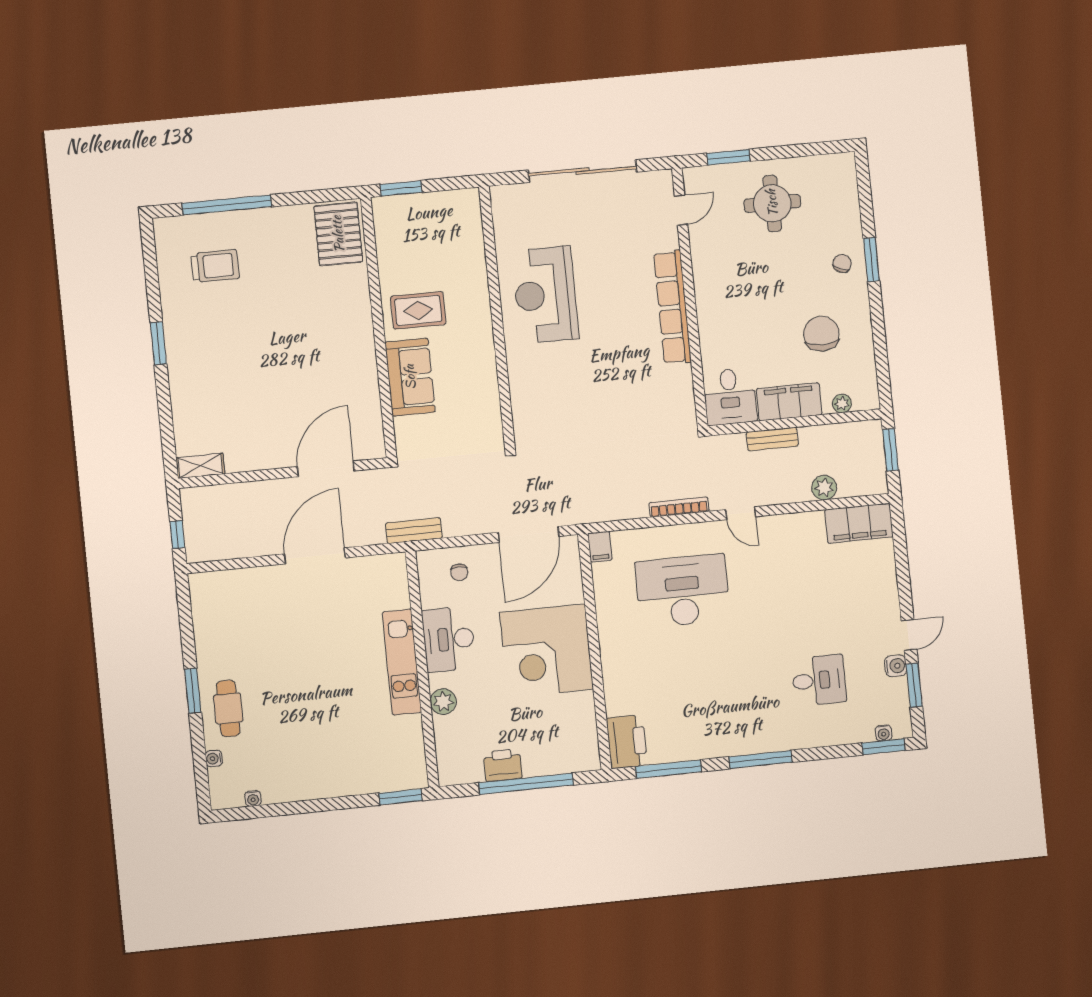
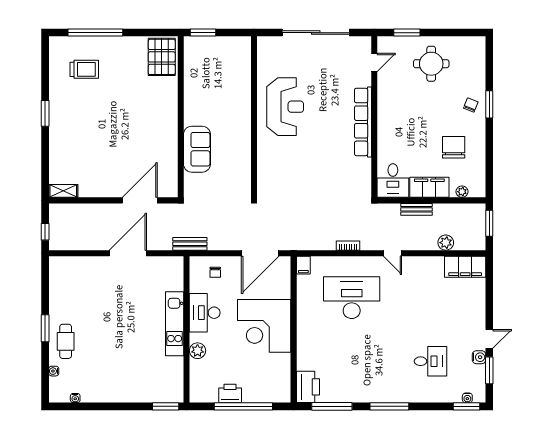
reception desk: (545, 295) -> (285, 107), turned 180
rug: (418, 310) -> (206, 109), removed
bookcase: (679, 507) -> (348, 246), width x0.64

